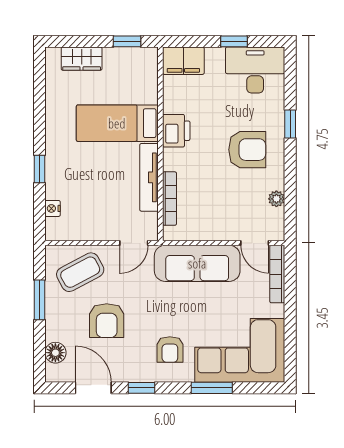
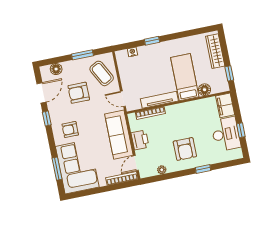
wardrobe: (82, 59) -> (215, 51), width x1.50
desk: (255, 70) -> (226, 134), moved
floor lamp: (147, 92) -> (205, 90), added
printer: (176, 131) -> (140, 140), moved, turned -90
window: (212, 388) -> (57, 169), moved

